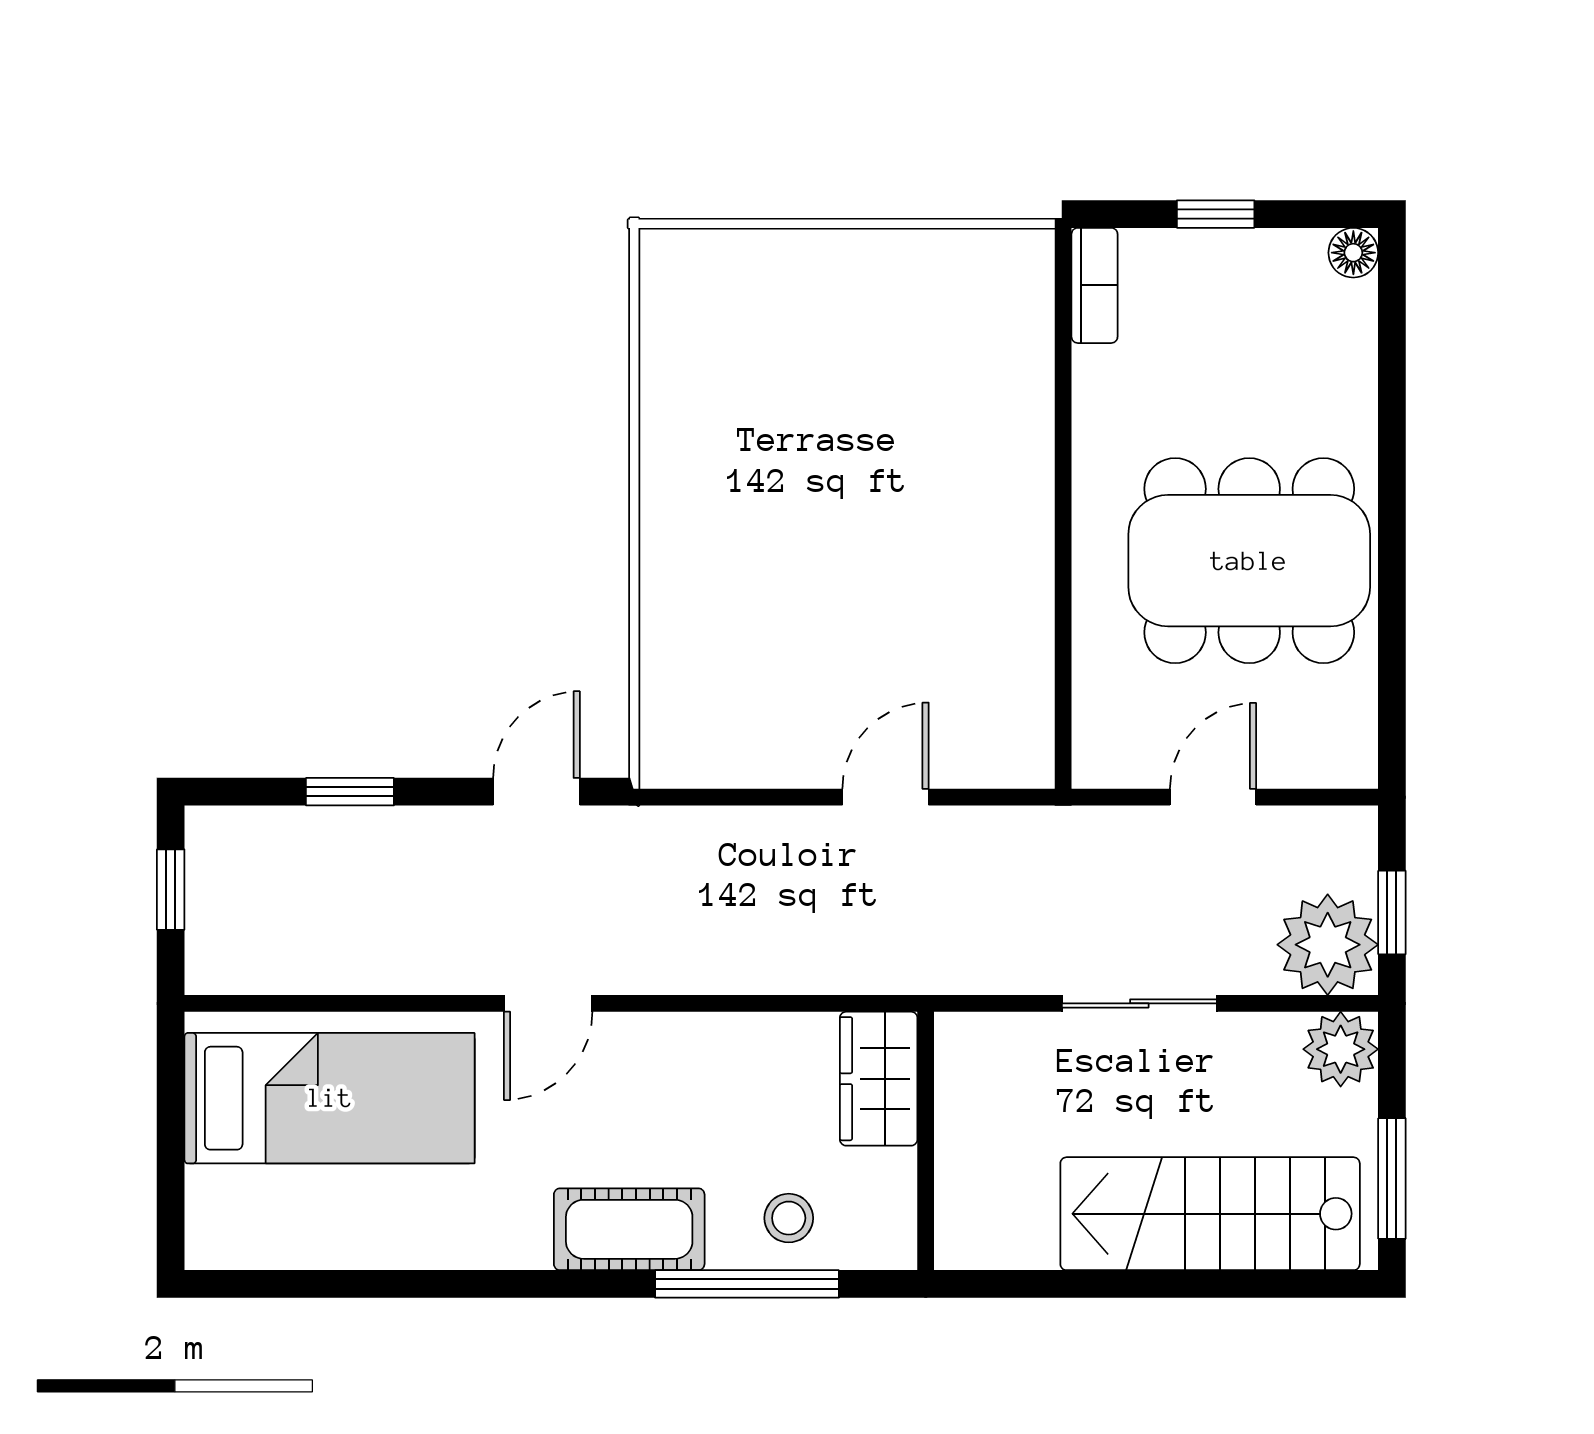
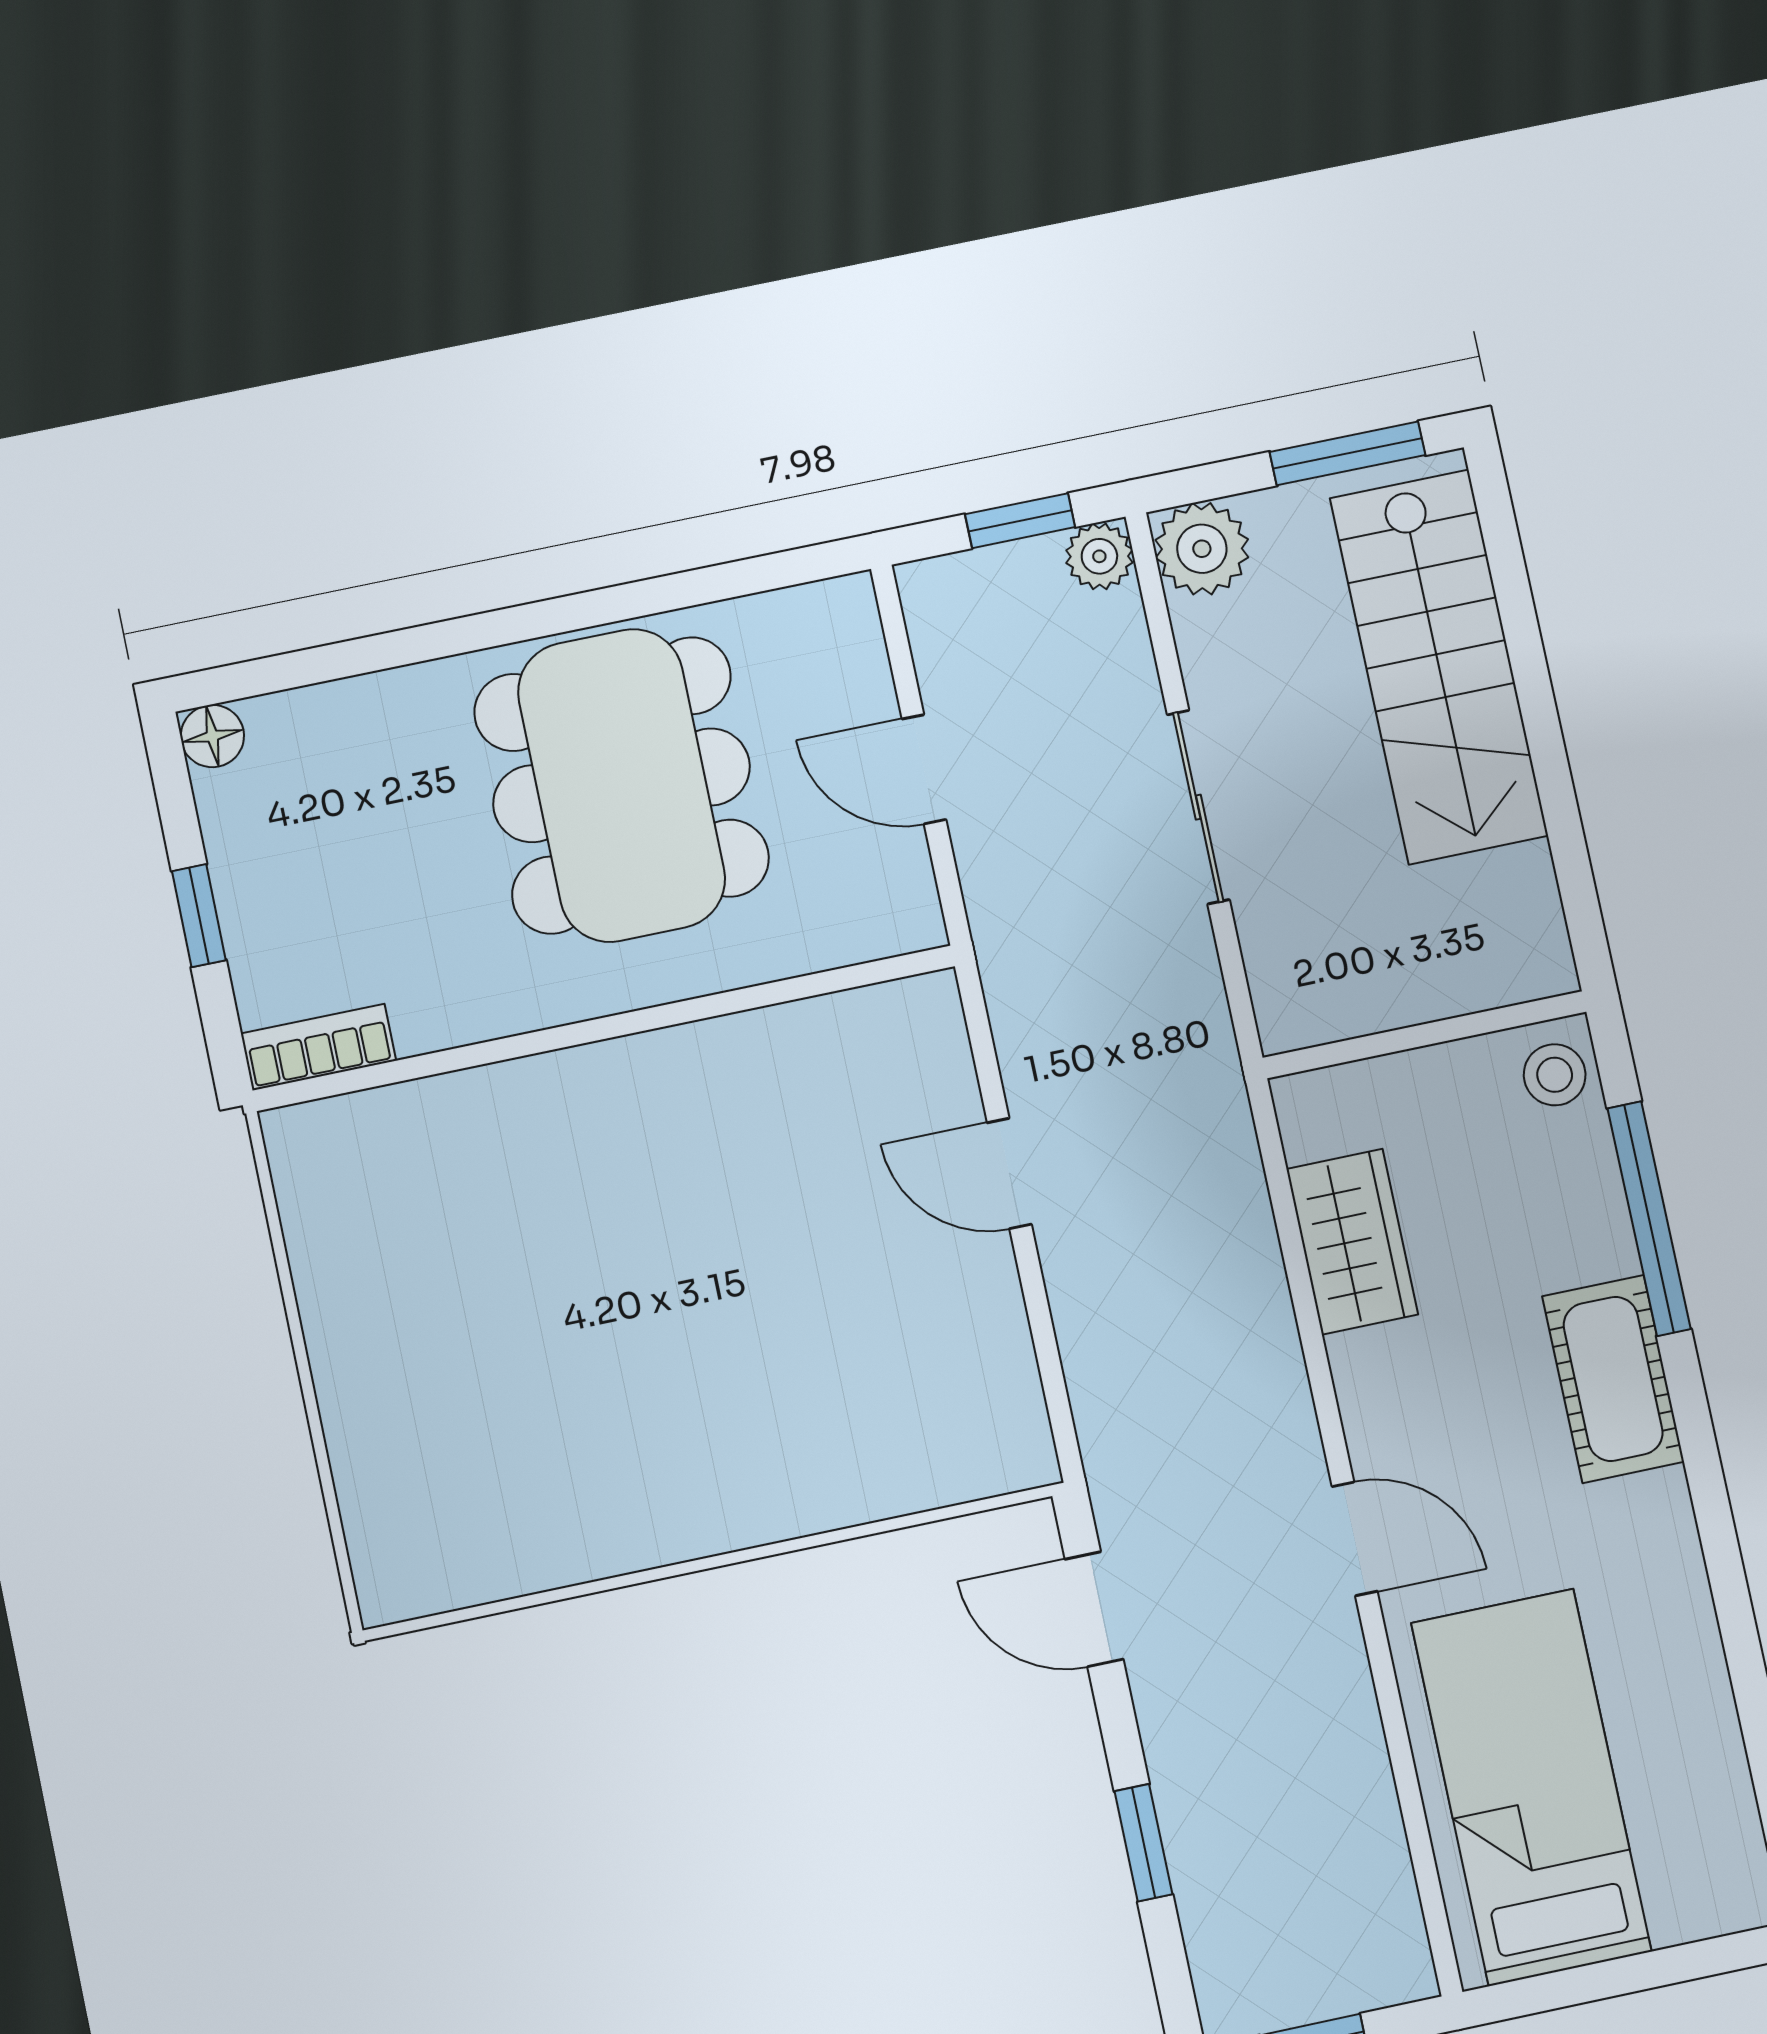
plant: (1328, 945) -> (1099, 556), width x0.53, depth x0.53
wardrobe: (879, 1079) -> (1352, 1242), moved, turned -90
stool: (789, 1218) -> (1555, 1075), moved

